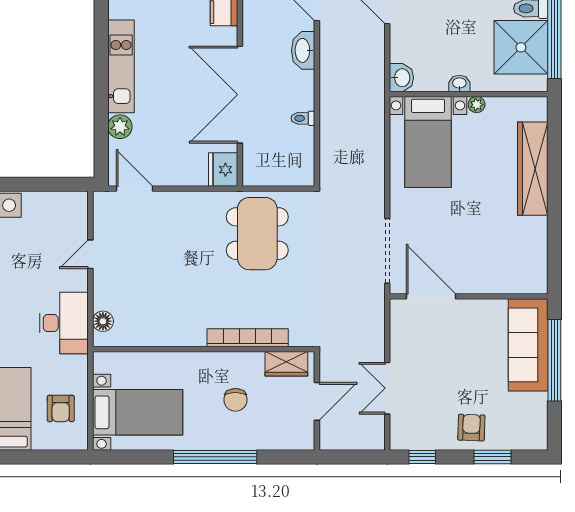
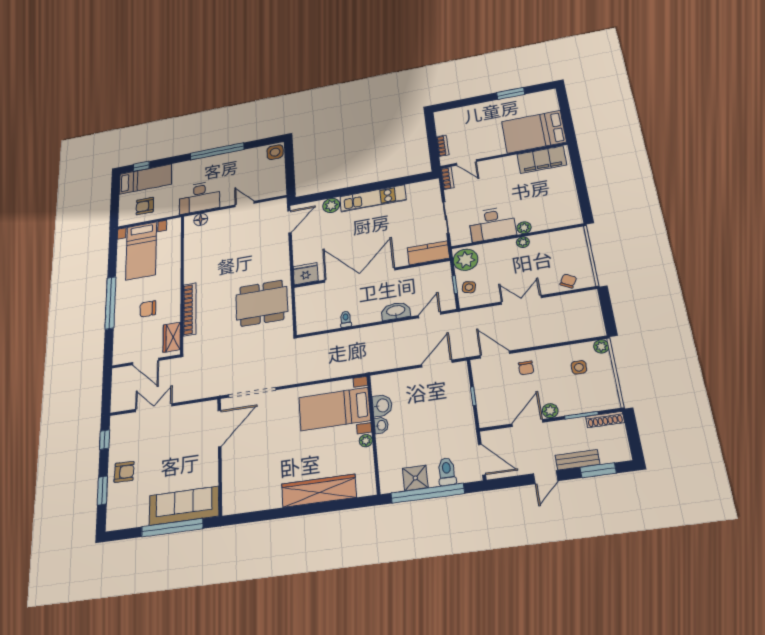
shower: (521, 47) -> (415, 478), width x0.54, depth x0.54
washbasin: (401, 78) -> (382, 405), moved, turned -90

